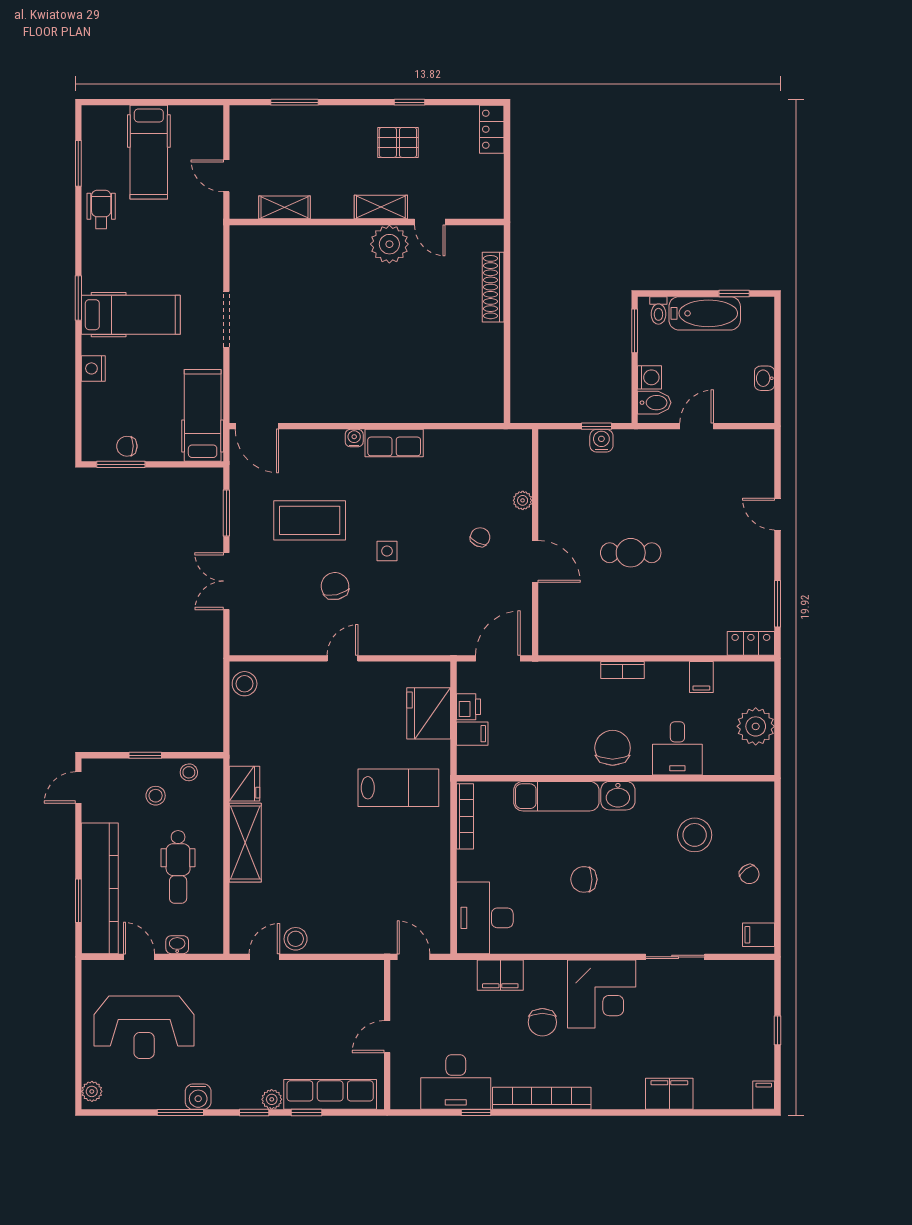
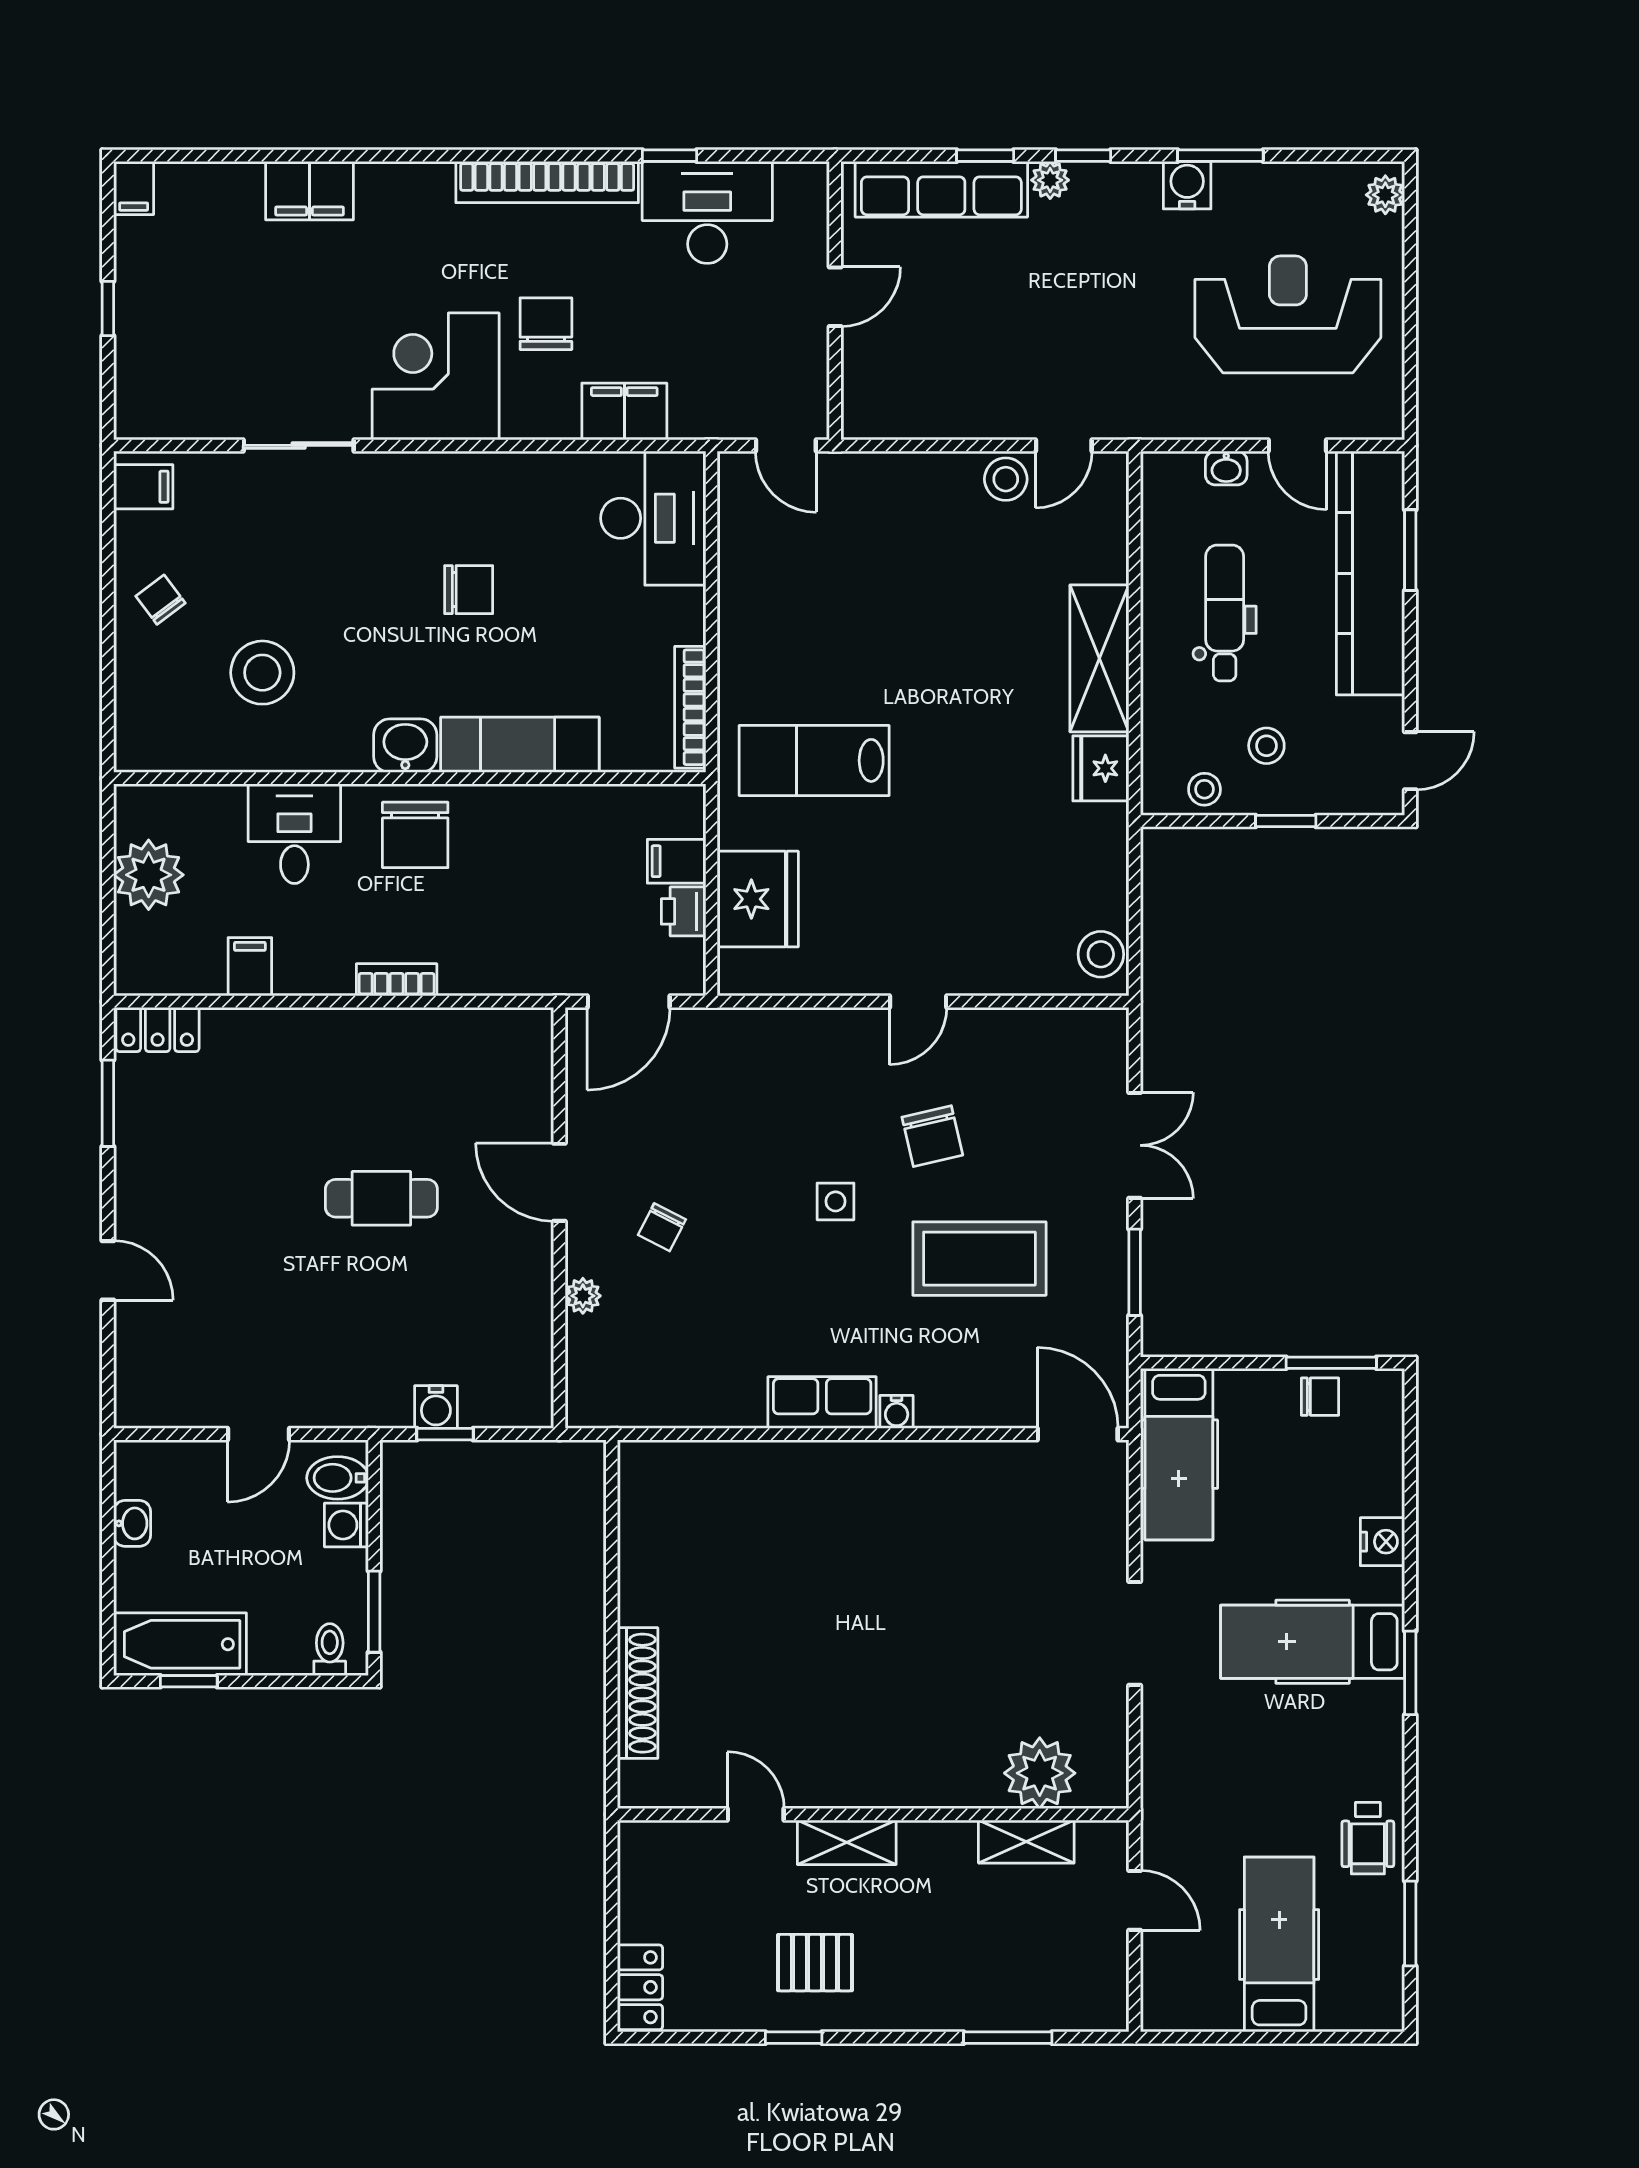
plant: (389, 244) -> (1040, 1773), moved
bathtub: (705, 313) -> (180, 1644), moved

